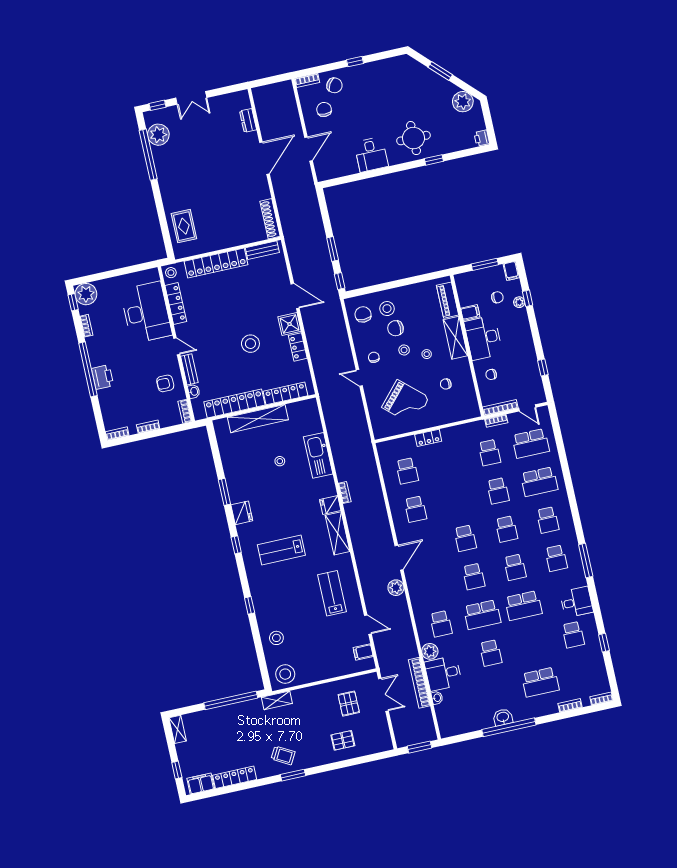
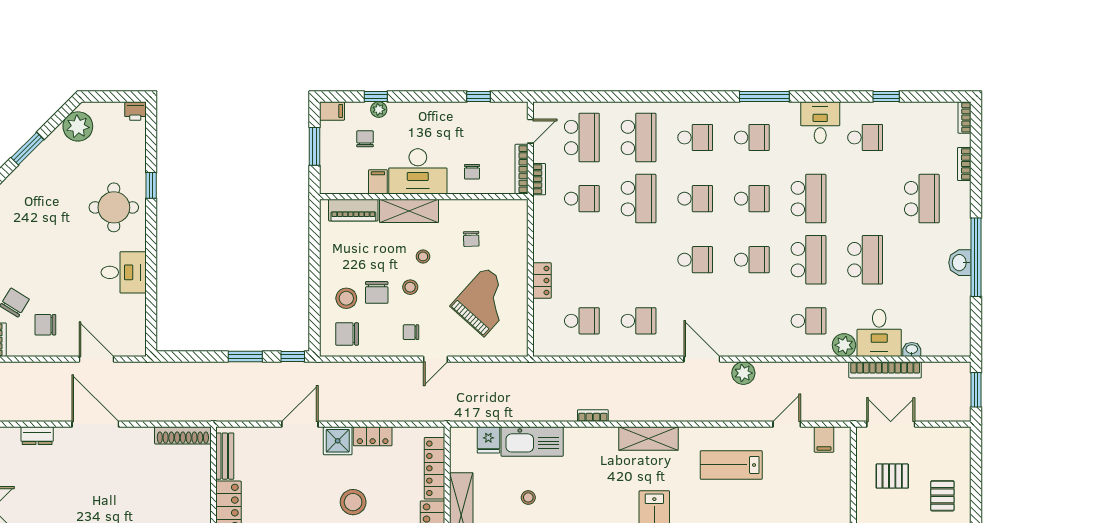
school desk: (498, 491) -> (639, 199), width x1.85
fridge: (330, 505) -> (488, 440), moved
school desk: (491, 653) -> (865, 260), width x1.85

